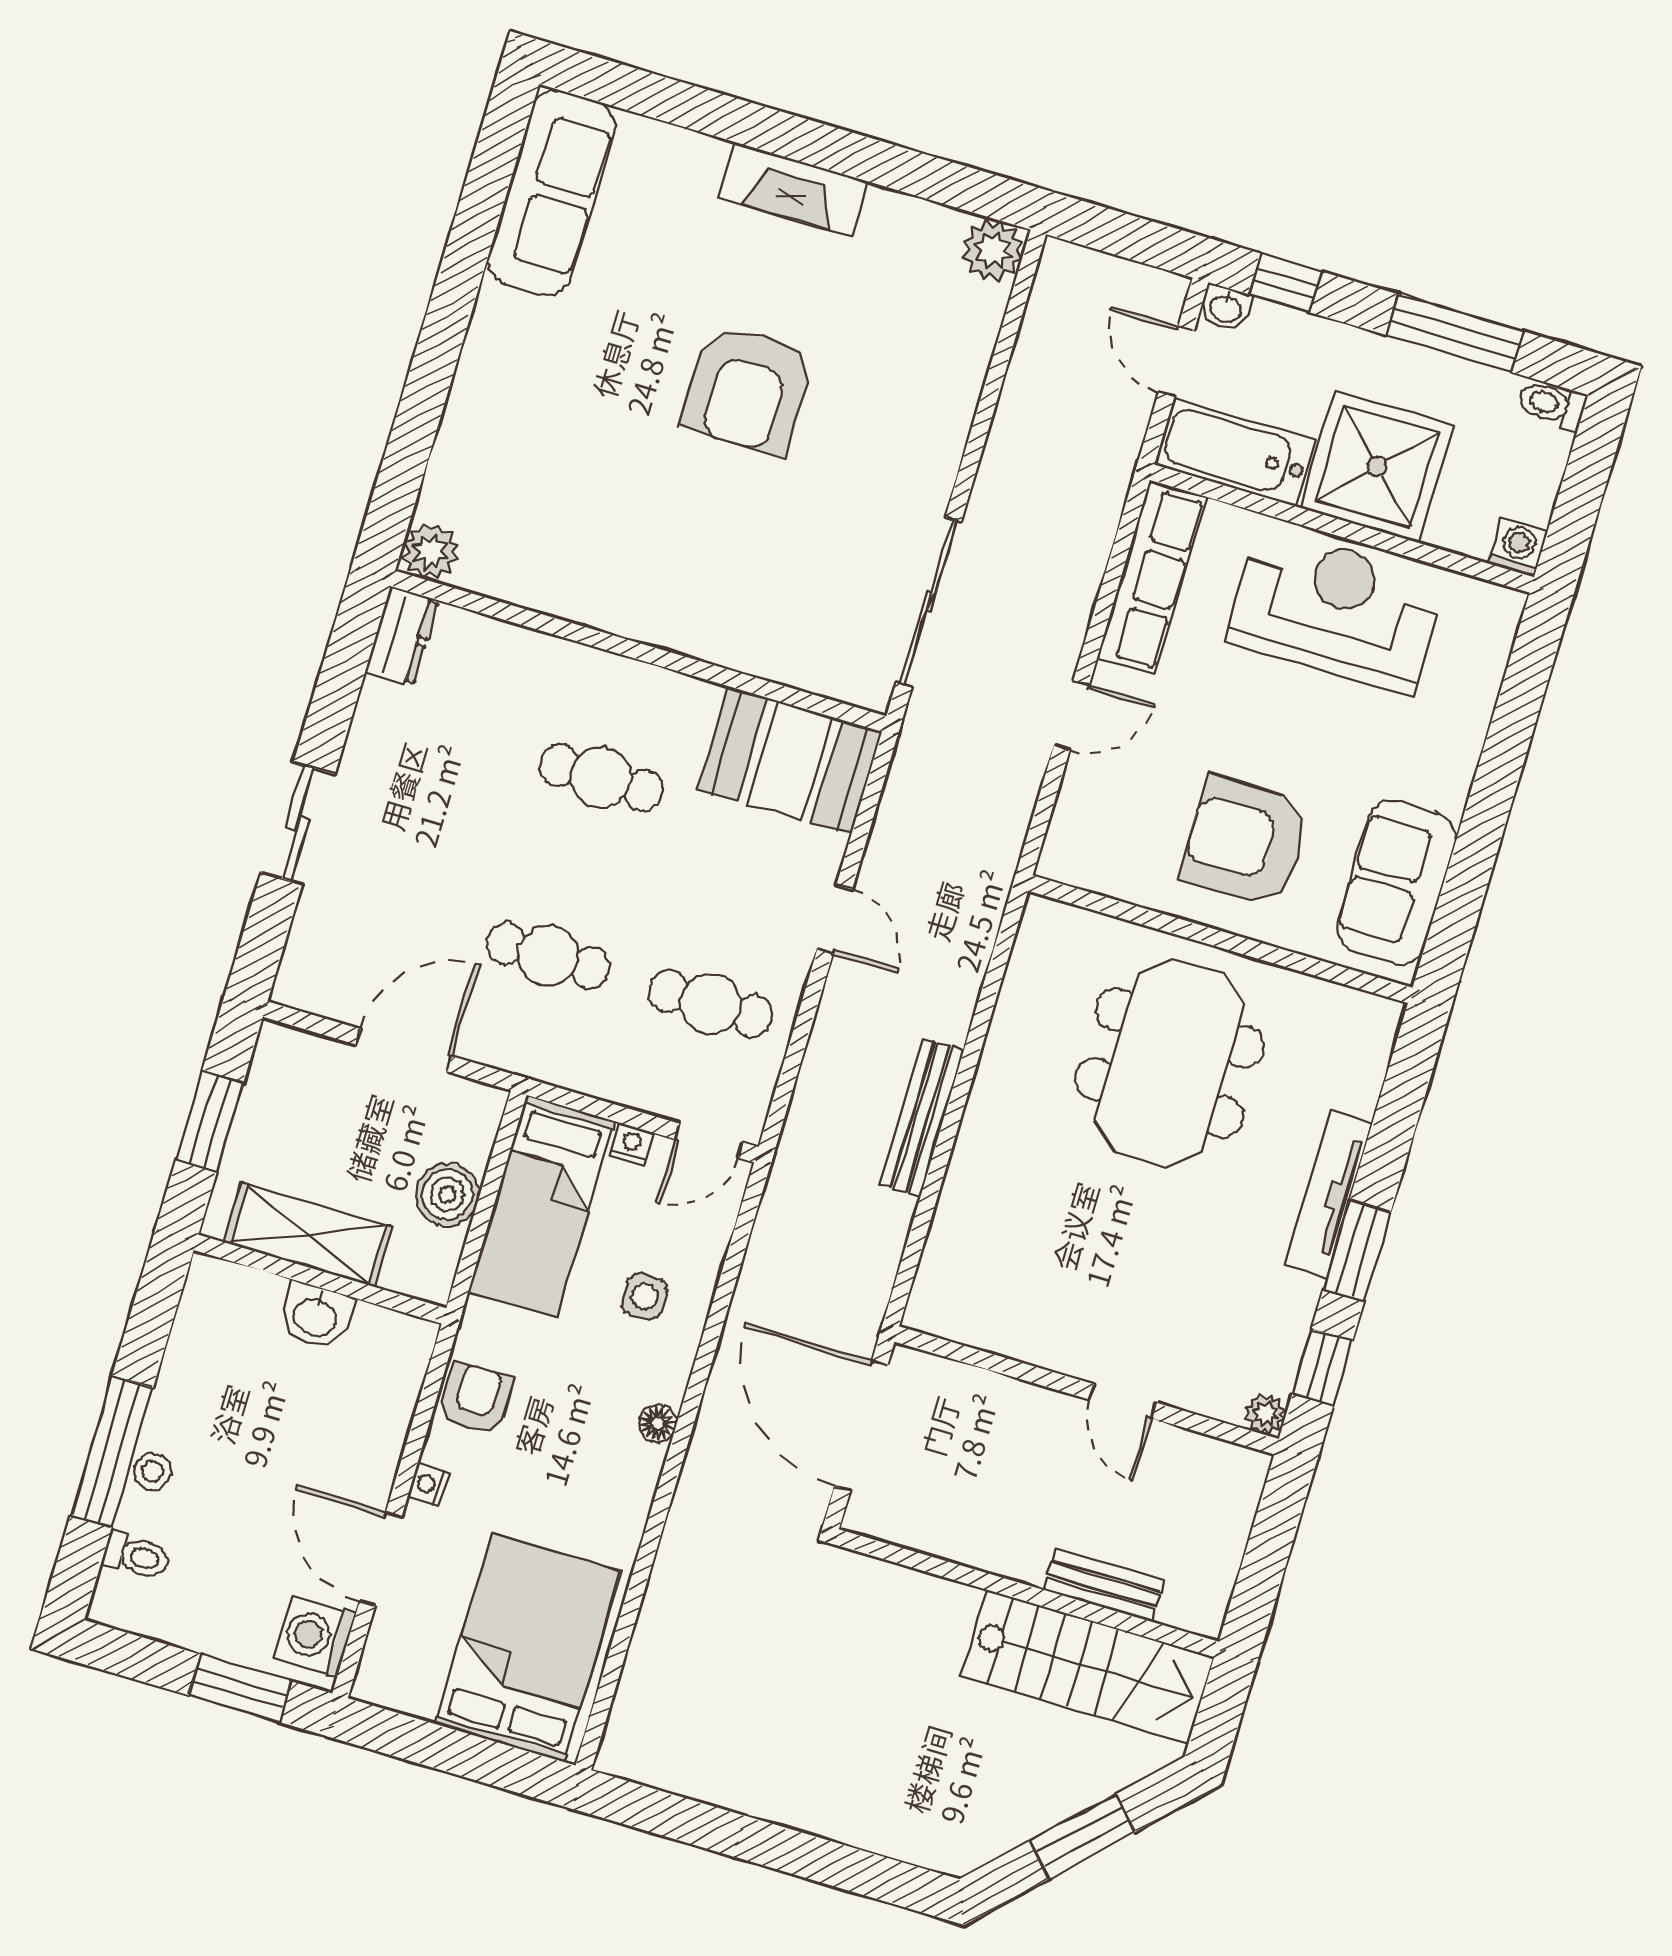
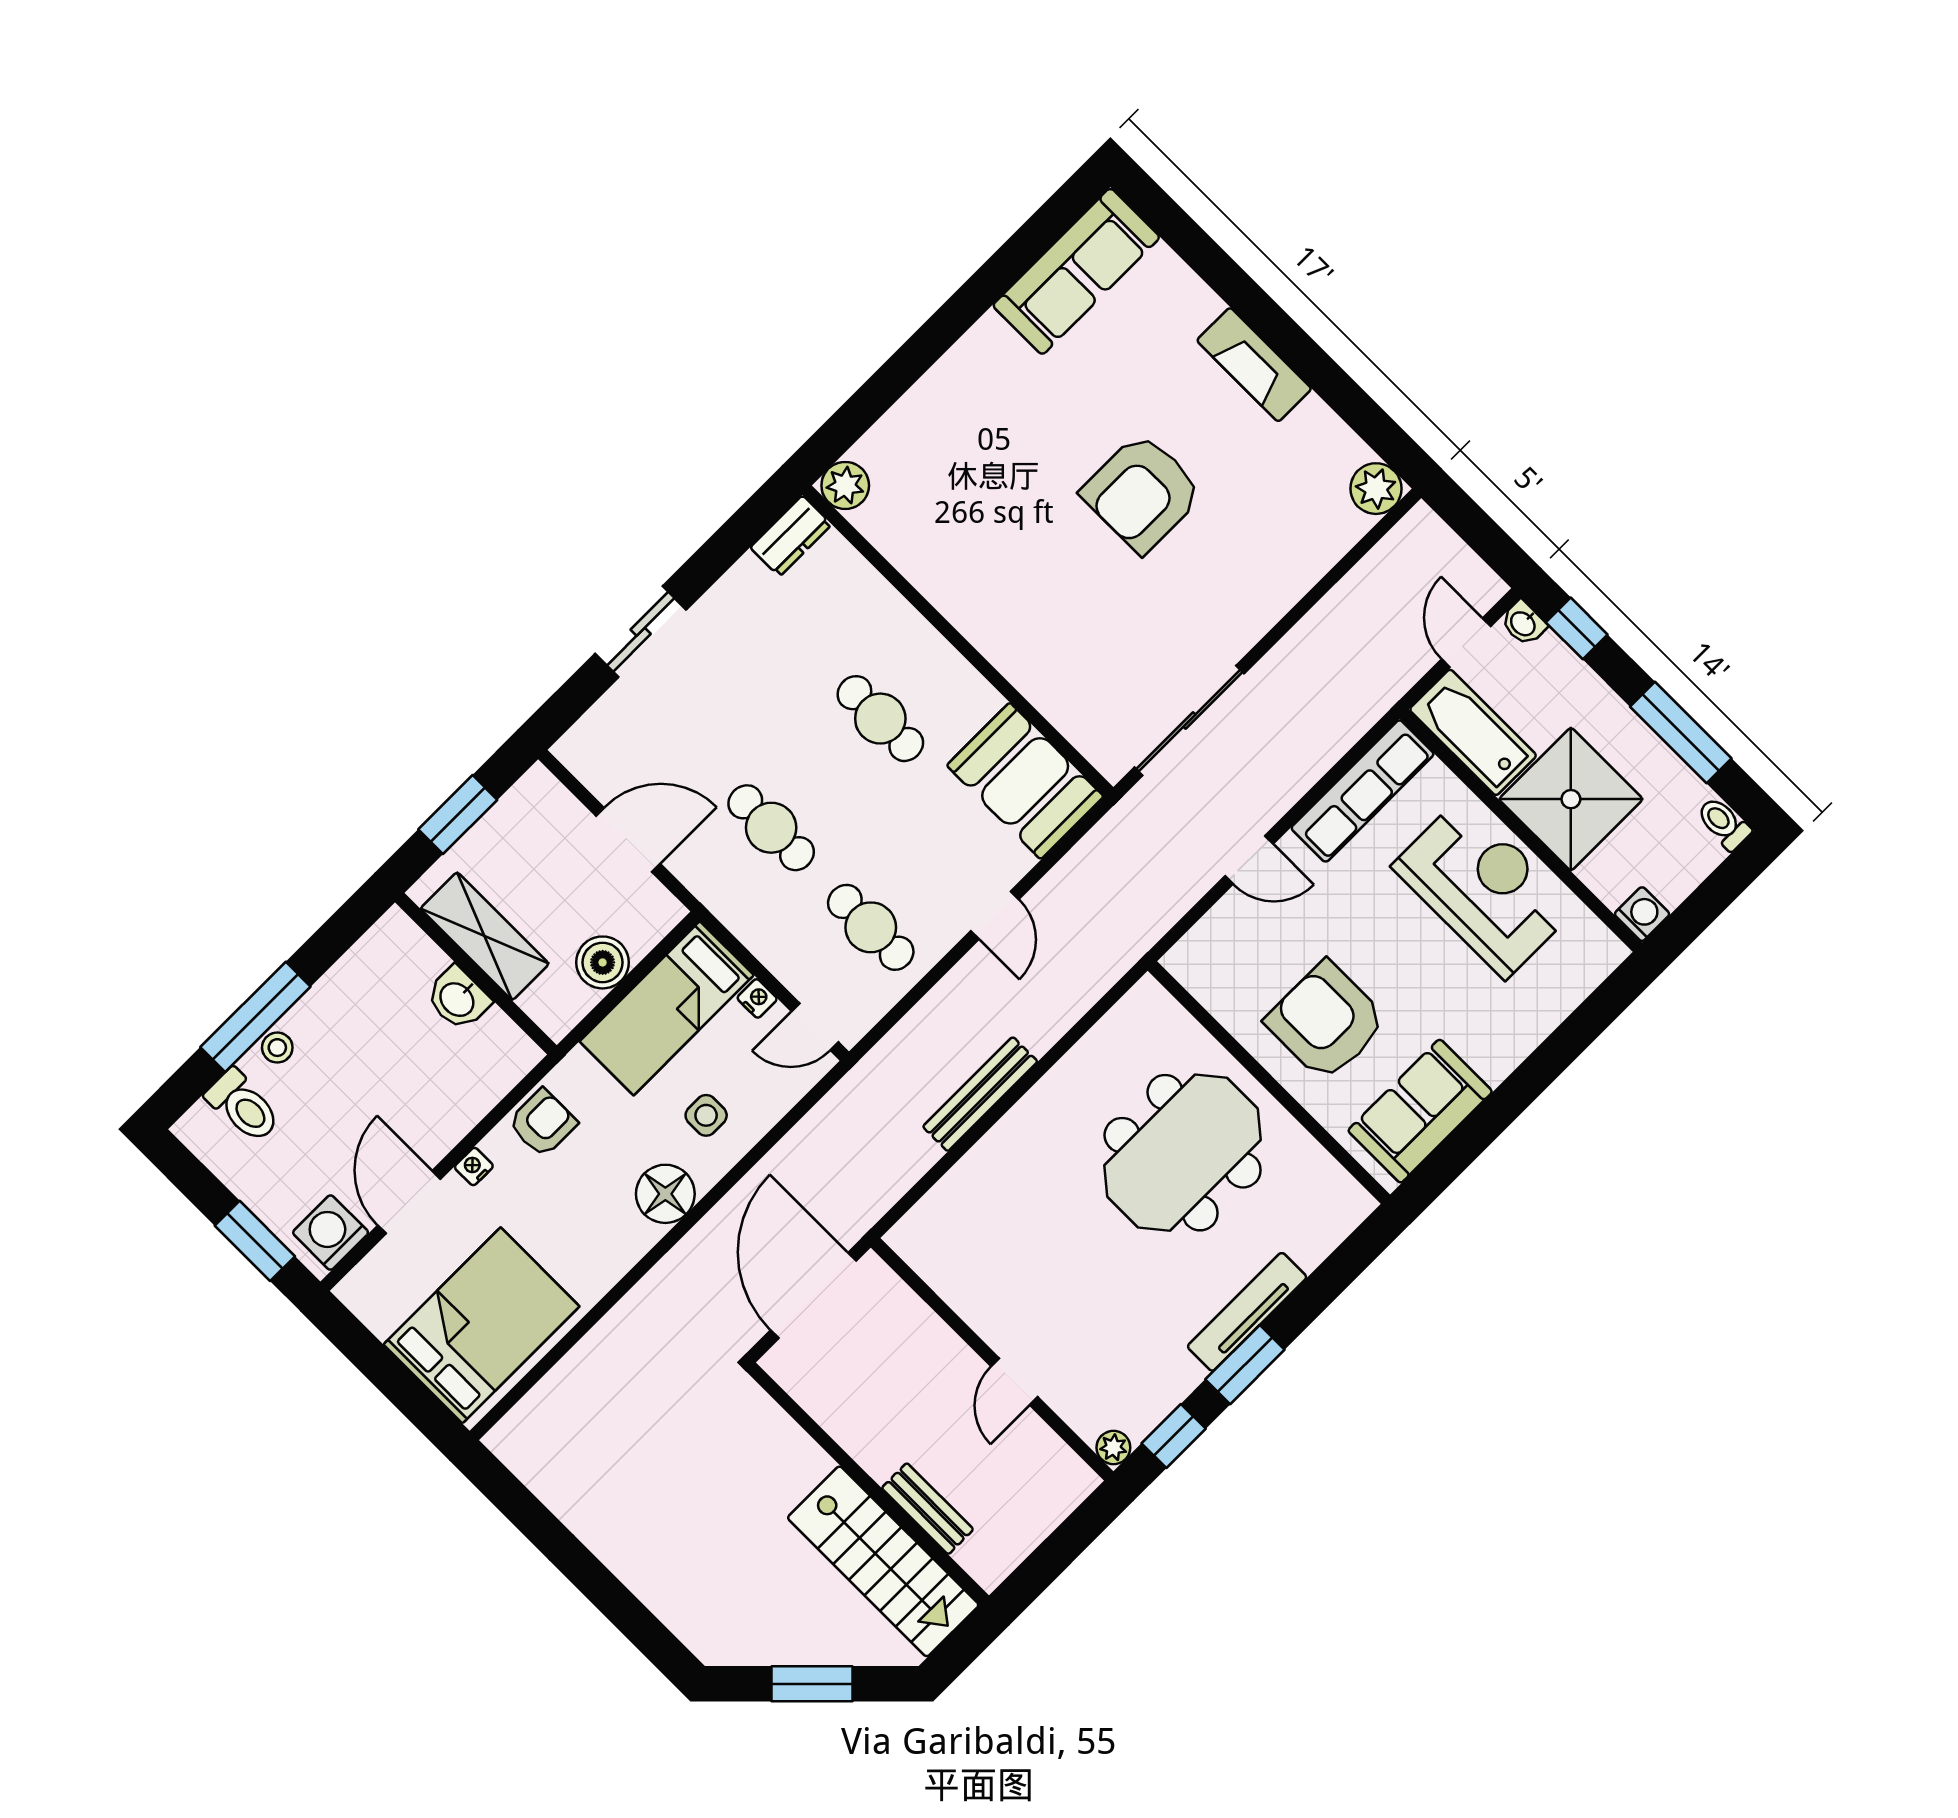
floor lamp: (658, 1424) -> (665, 1194), width x1.89, depth x1.89
toilet: (136, 1556) -> (243, 1106), width x1.37, depth x1.39

